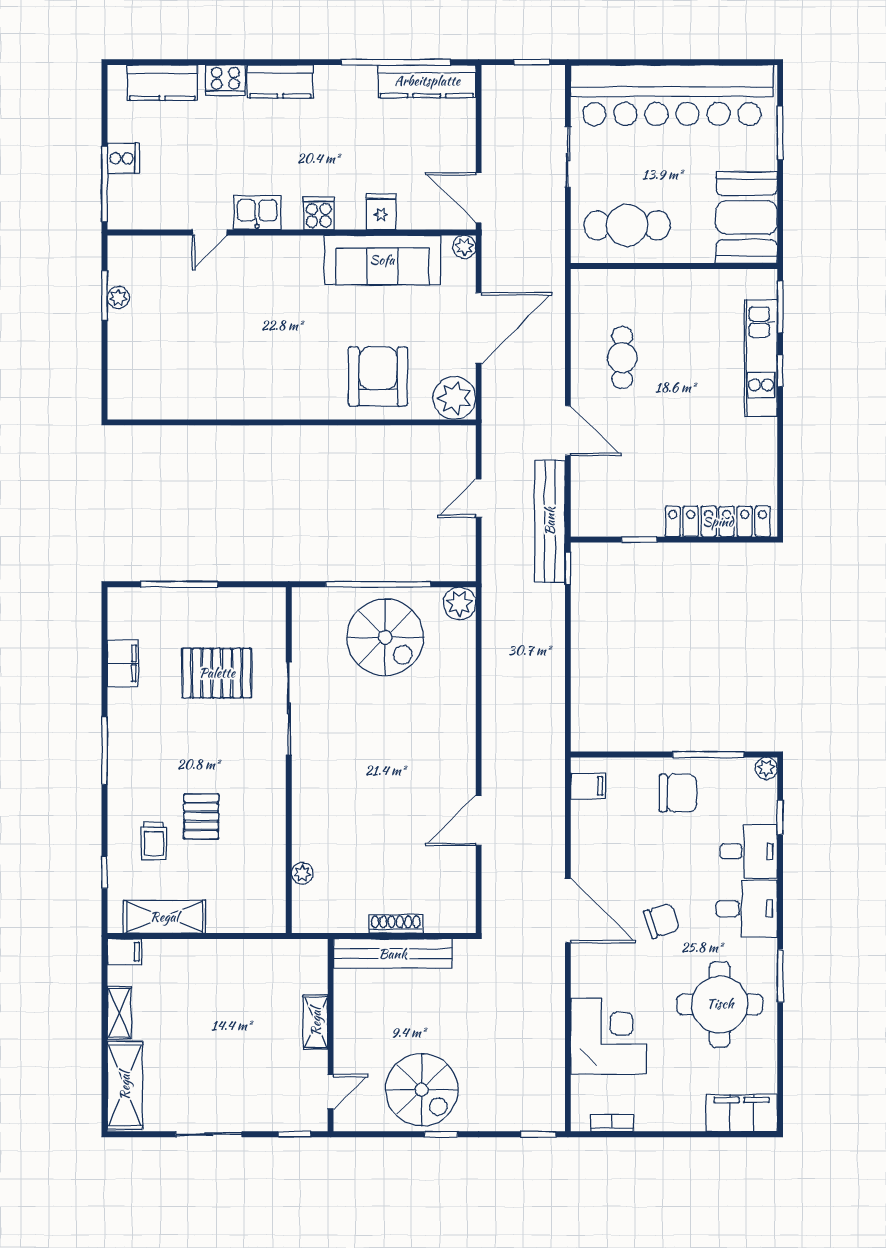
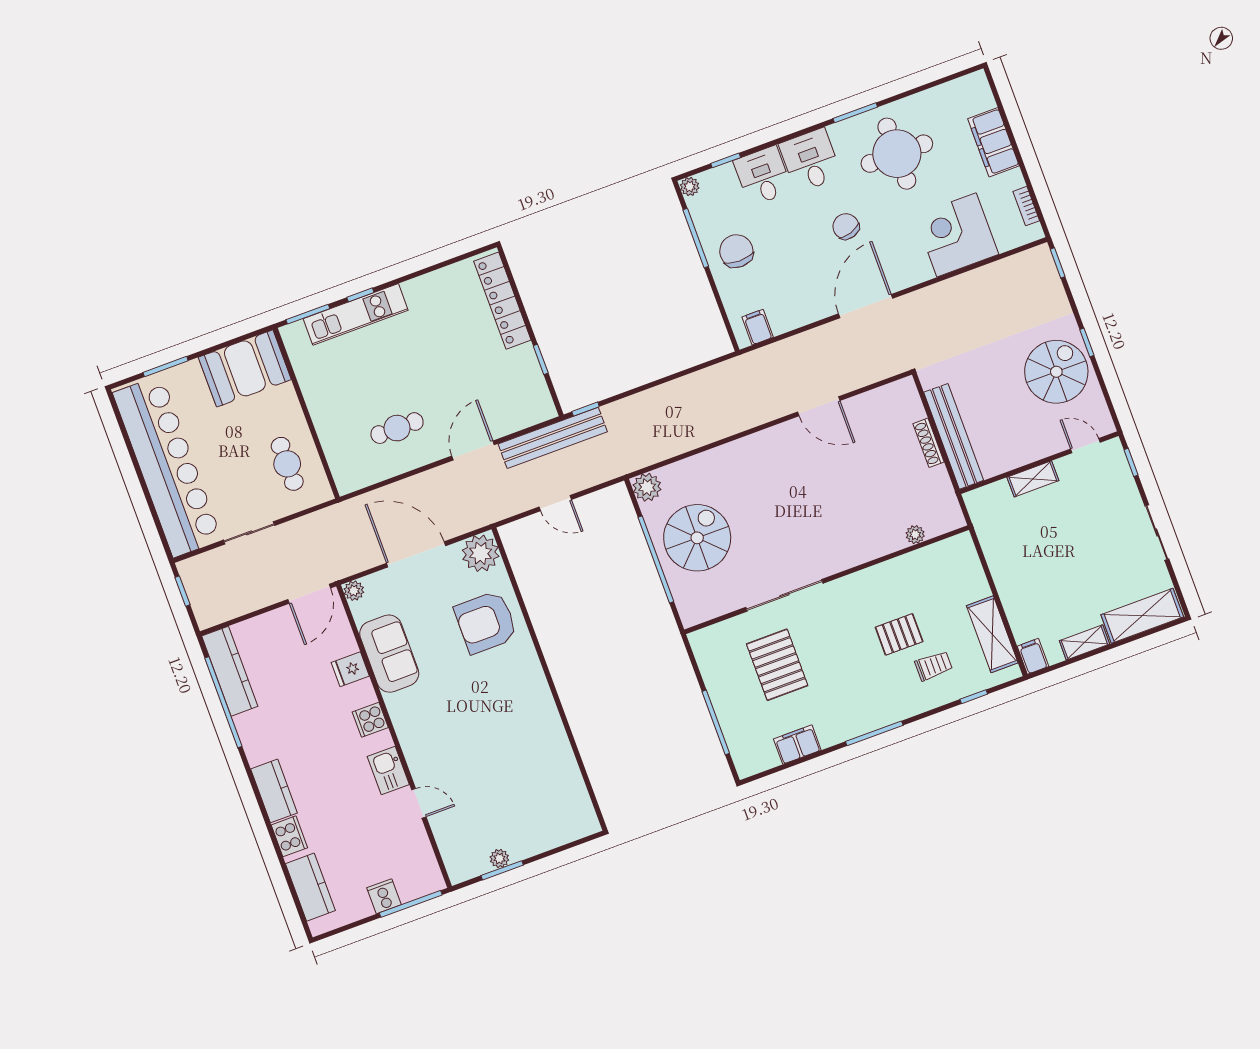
cafe table: (627, 225) -> (287, 464), width x0.73, depth x0.74
sofa: (382, 260) -> (389, 654), width x0.73
filing cabinet: (742, 1113) -> (993, 142), moved

